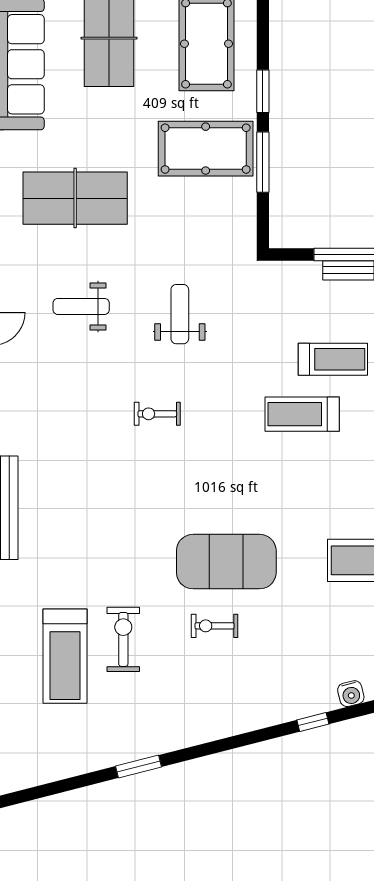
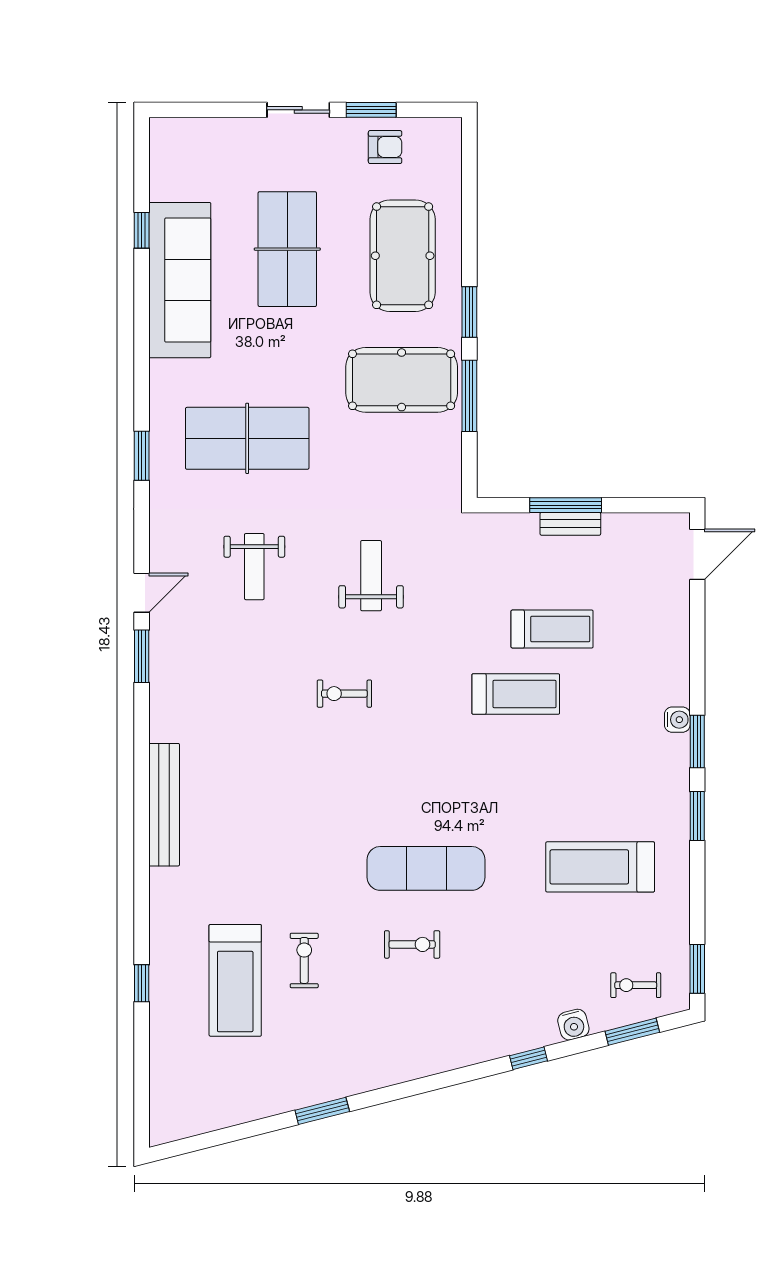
weight bench: (81, 306) -> (254, 567), turned -90
treadmill: (302, 414) -> (516, 694), turned 180
exercise mat: (226, 562) -> (426, 868), width x0.68
exercise bike: (215, 626) -> (412, 944), turned 180
exercise bike: (123, 639) -> (304, 960), width x0.73, depth x0.72

